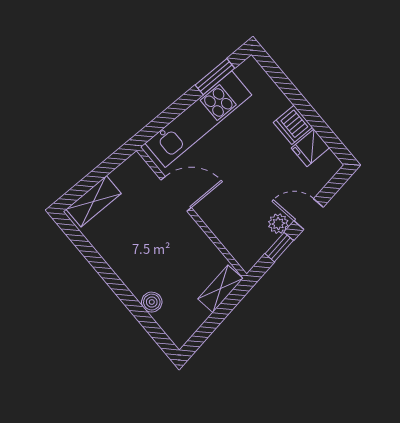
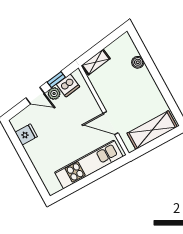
window: (215, 77) -> (74, 188), removed
dishwasher: (293, 125) -> (68, 85), moved, turned 81
shelving: (94, 201) -> (152, 130), width x1.50, depth x1.33

